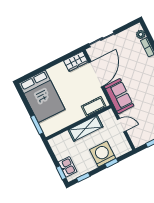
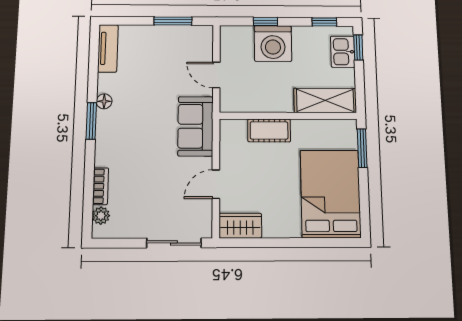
door: (96, 74) -> (216, 184), width x0.53
cot: (94, 106) -> (269, 130), moved
shelving: (85, 128) -> (325, 100), moved

